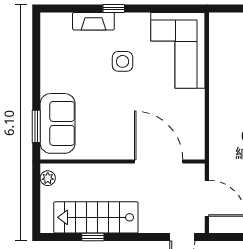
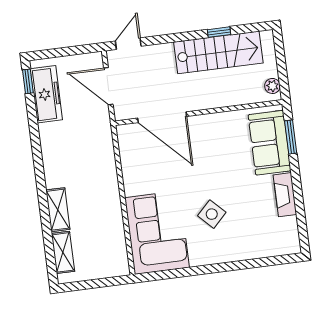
window: (114, 8) -> (227, 267), removed
fireplace: (93, 21) -> (285, 195), moved, turned -90
side table: (123, 61) -> (212, 214), turned 45

